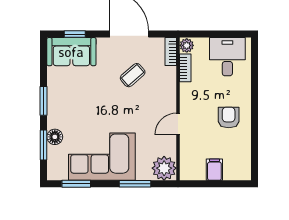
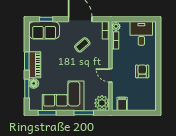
piano: (56, 107) -> (35, 65), added
door: (178, 124) -> (111, 75), hinge flipped
filing cabinet: (214, 170) -> (122, 104), moved

